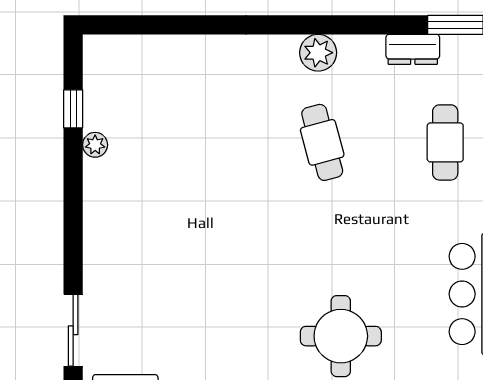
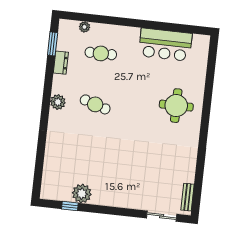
cafe table: (322, 142) -> (95, 104), turned 33
plant: (95, 145) -> (82, 194), width x1.88, depth x1.88

